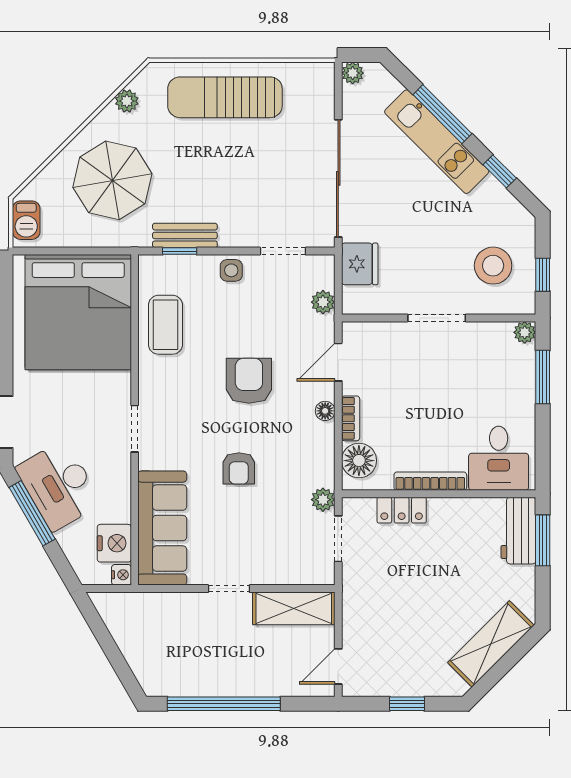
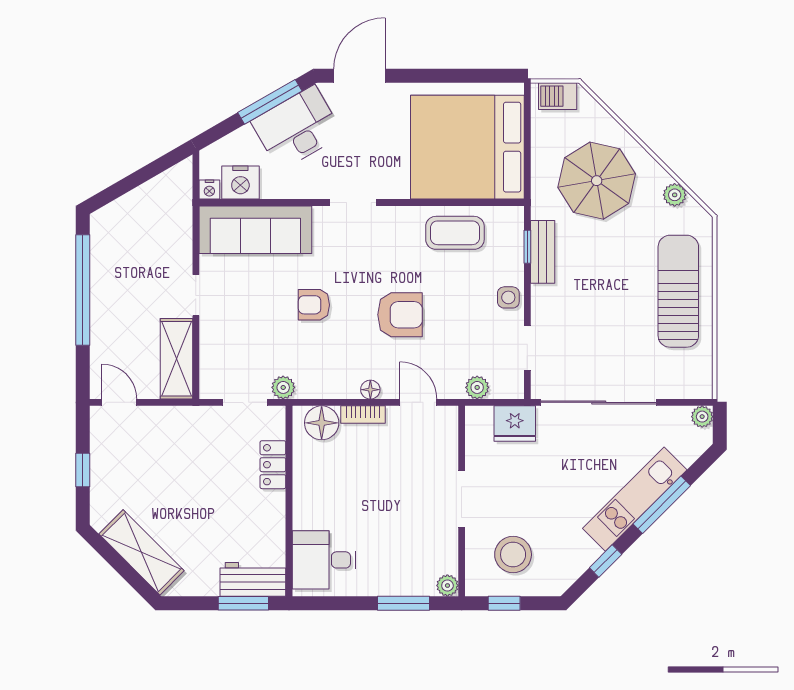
bookcase: (430, 481) -> (301, 493), removed

